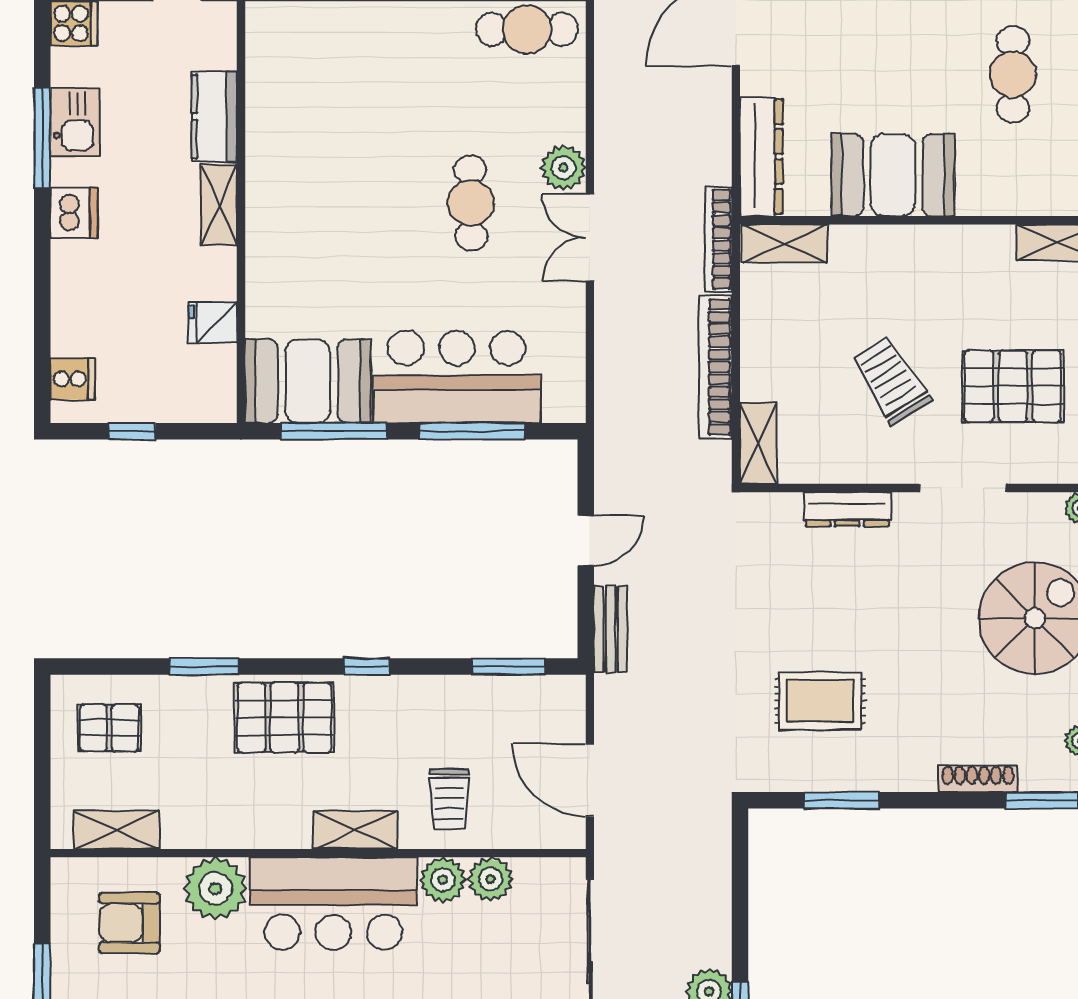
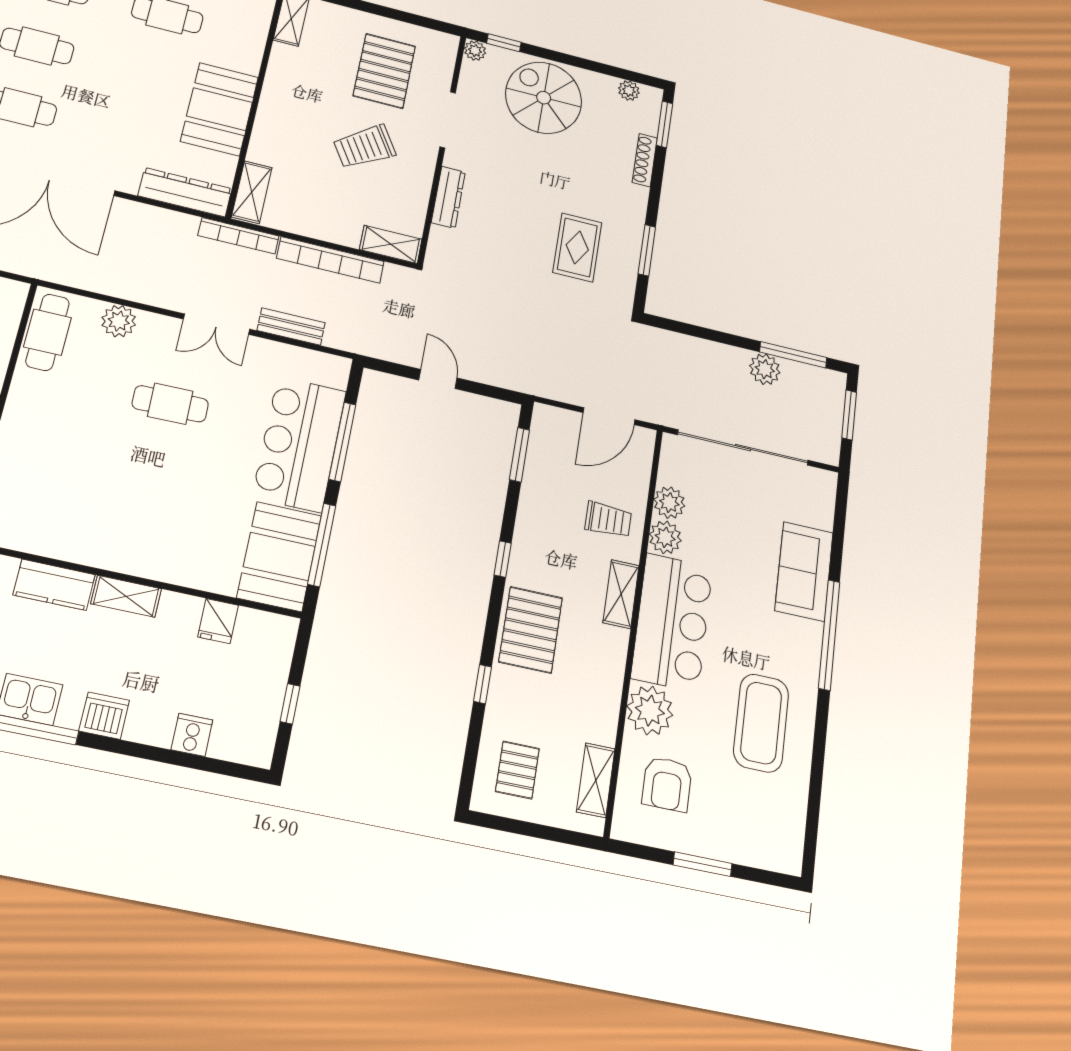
plant: (563, 168) -> (119, 321), moved
cooker: (72, 379) -> (192, 735), moved
bench: (610, 629) -> (291, 327), moved
window: (204, 666) -> (482, 684), width x0.67

